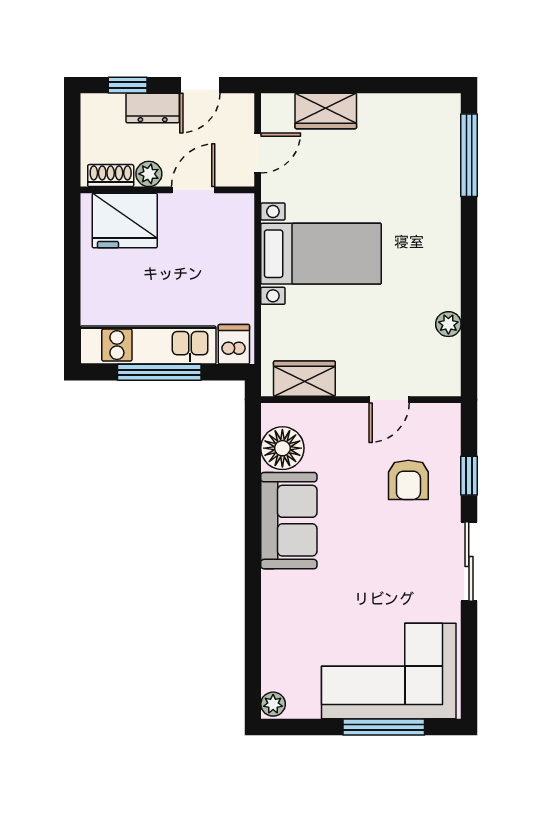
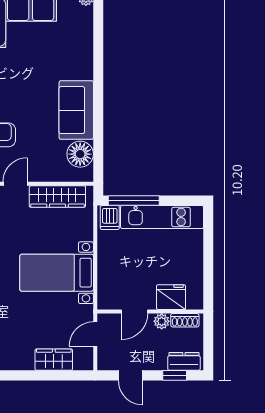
door: (200, 85) -> (130, 375), swing flipped
dresser: (153, 108) -> (184, 361), moved
fridge: (125, 221) -> (171, 297), width x0.73, depth x0.75
window: (159, 372) -> (134, 200), moved
wardrobe: (304, 379) -> (57, 197), width x1.50

